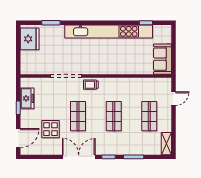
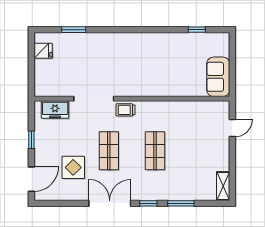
kitchen unit: (109, 31) -> (148, 41), removed
fridge: (30, 39) -> (43, 51), width x0.53, depth x0.75
freezer: (27, 98) -> (55, 110), moved, turned 90
shop shelf: (149, 116) -> (201, 151), removed

